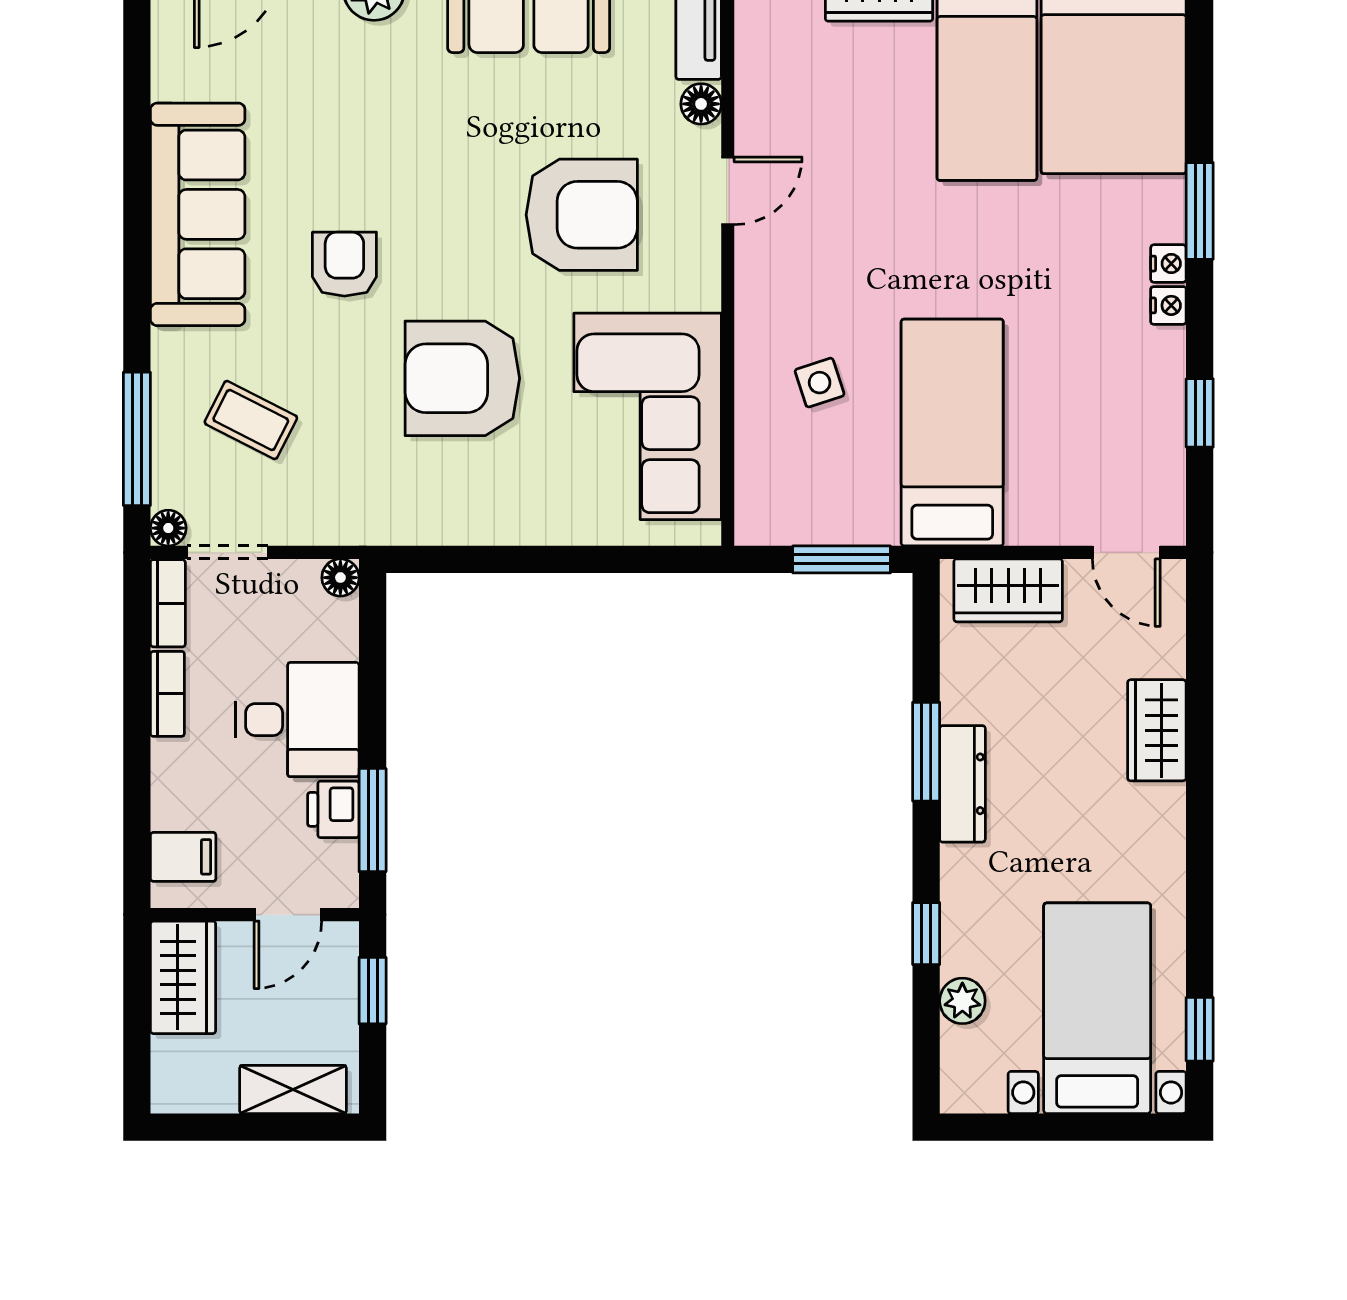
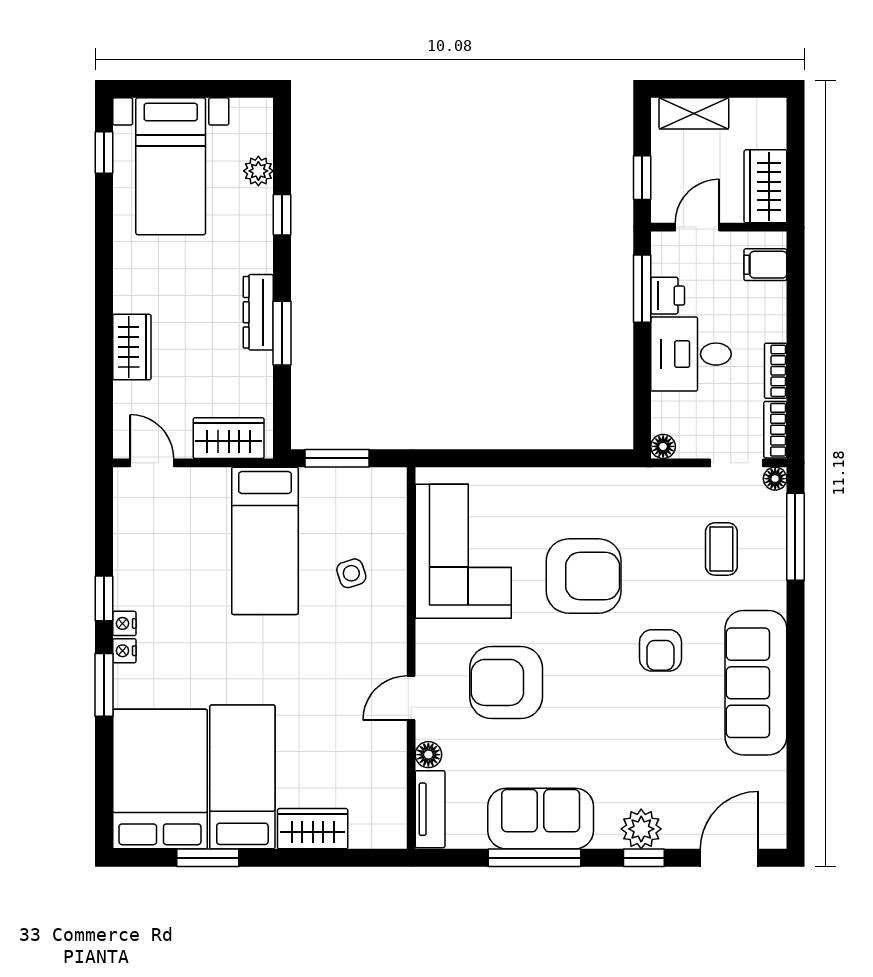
window: (1200, 413) -> (104, 598), moved
coffee table: (251, 420) -> (721, 549), turned 63

